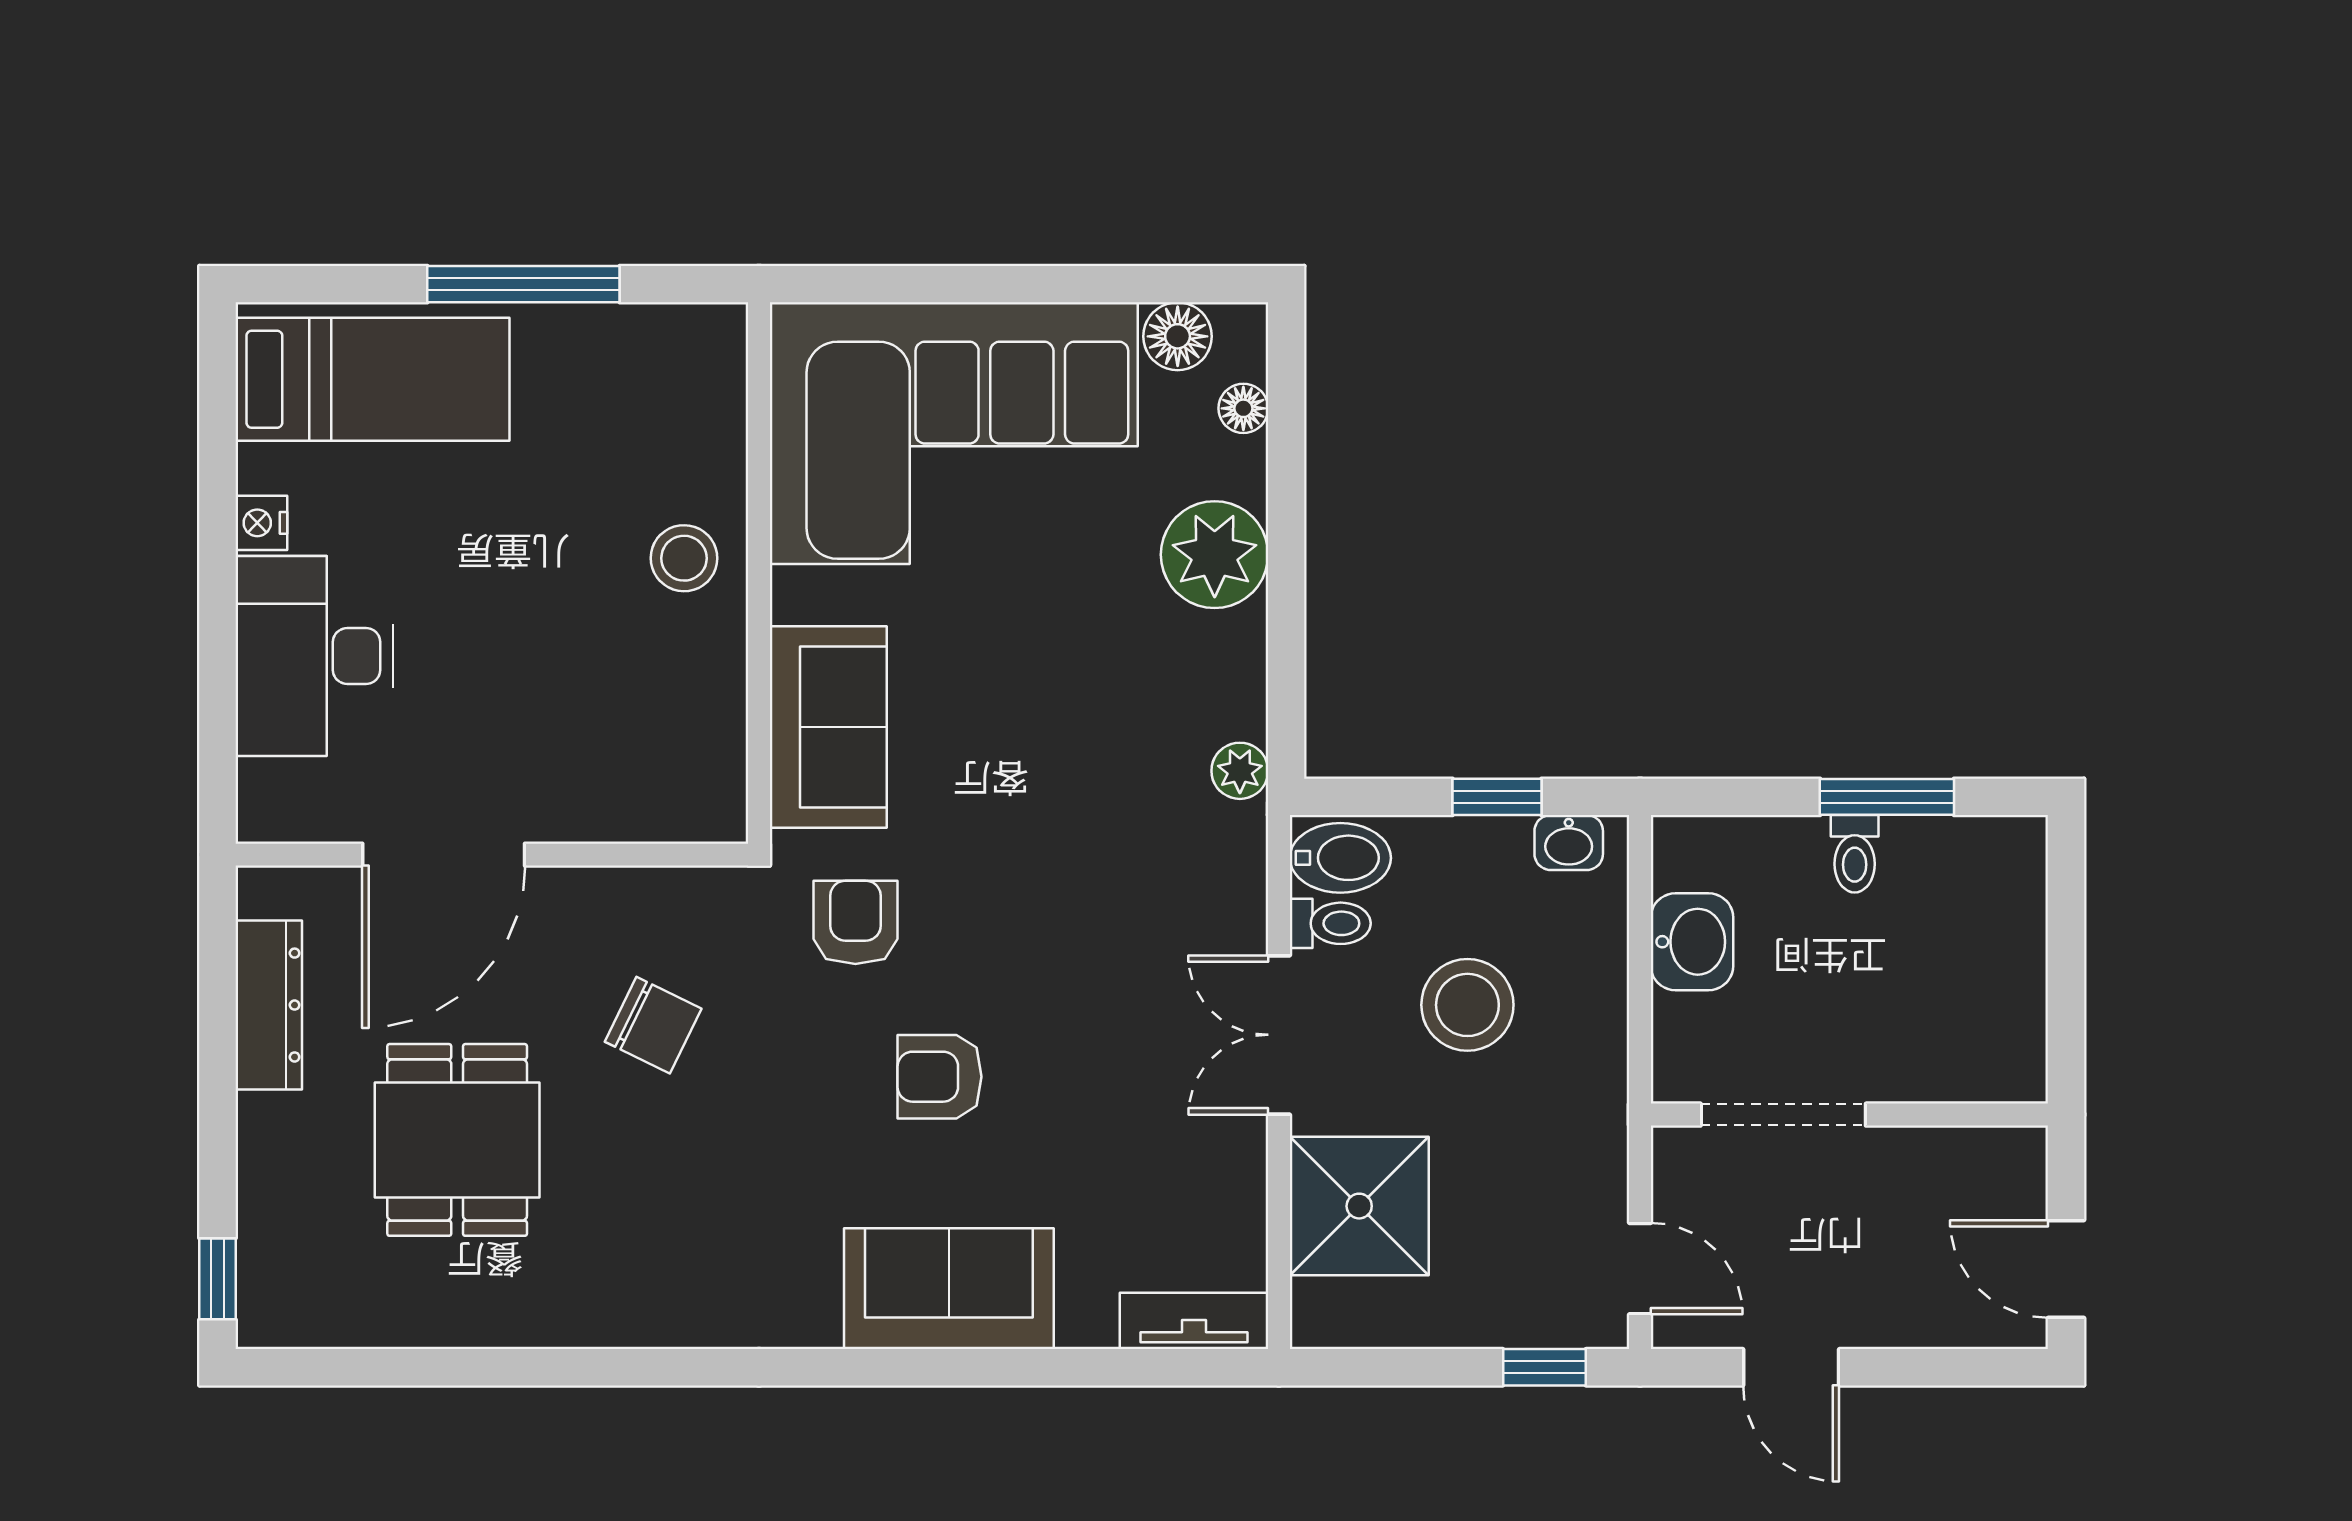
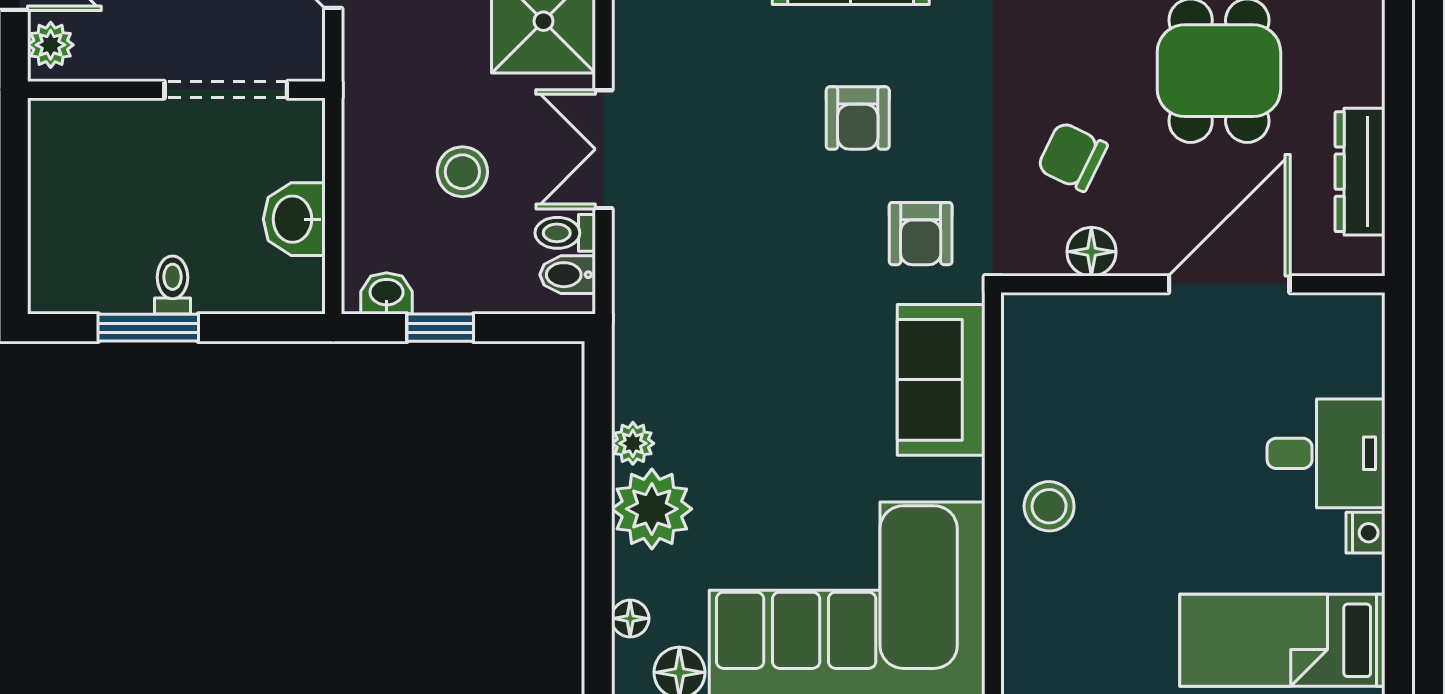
desk: (314, 656) -> (1326, 453), width x0.73
plant: (1240, 771) -> (633, 443), moved
bidet: (1340, 858) -> (568, 275), width x0.72, depth x0.74
floor lamp: (627, 898) -> (1091, 252), added
stool: (1467, 1005) -> (462, 172), width x0.73, depth x0.73
double door: (1279, 1035) -> (604, 149), swing flipped
armchair: (940, 1077) -> (858, 118), turned 90
plant: (2017, 1174) -> (51, 45), added

